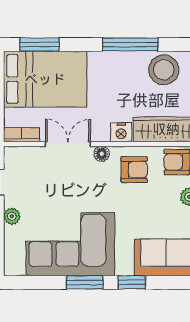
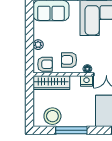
nightstand: (121, 132) -> (87, 81), moved

